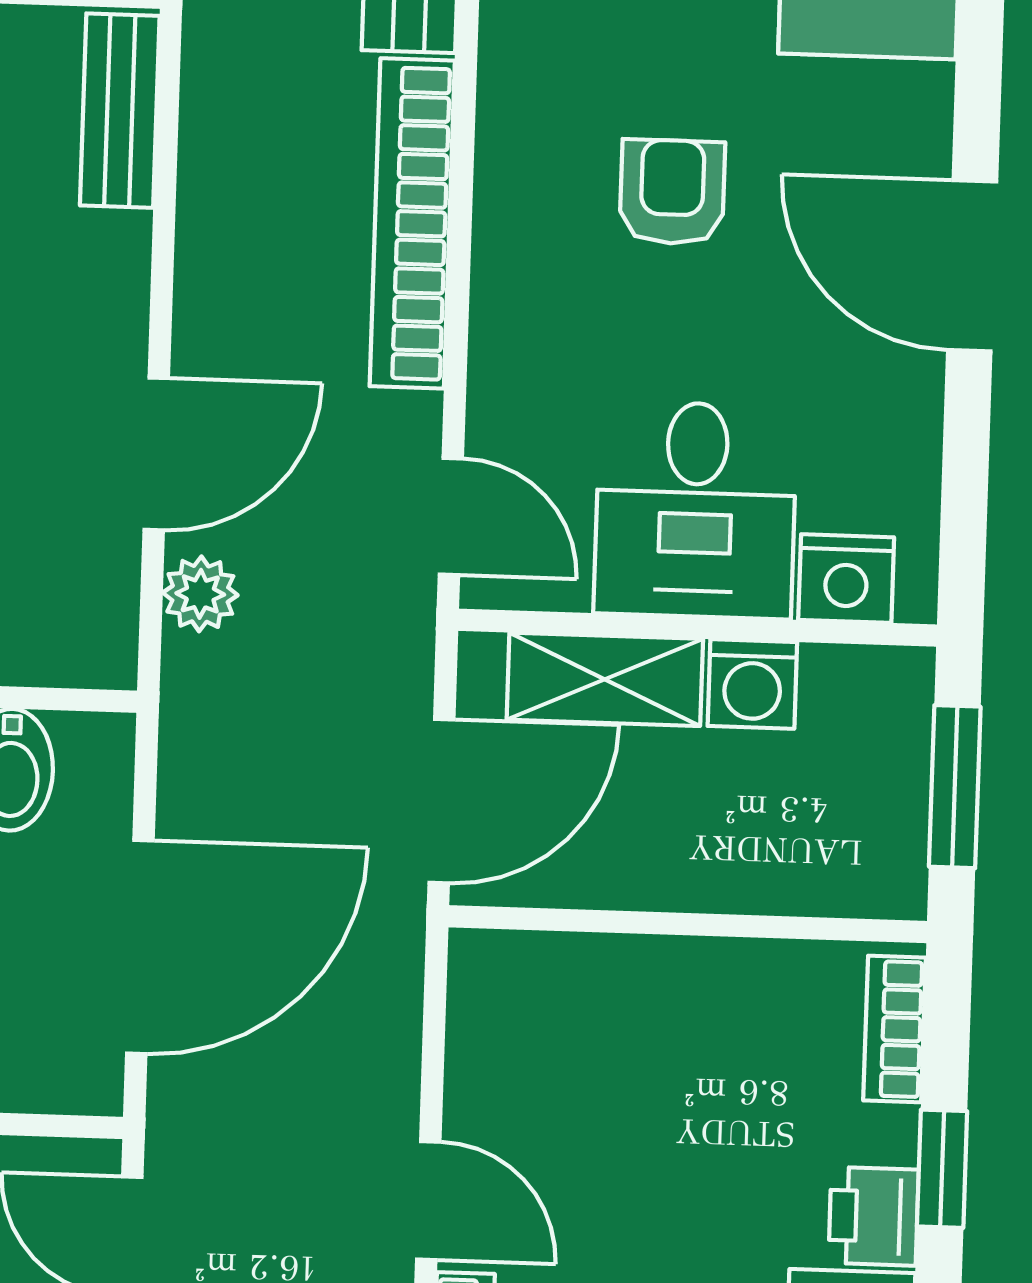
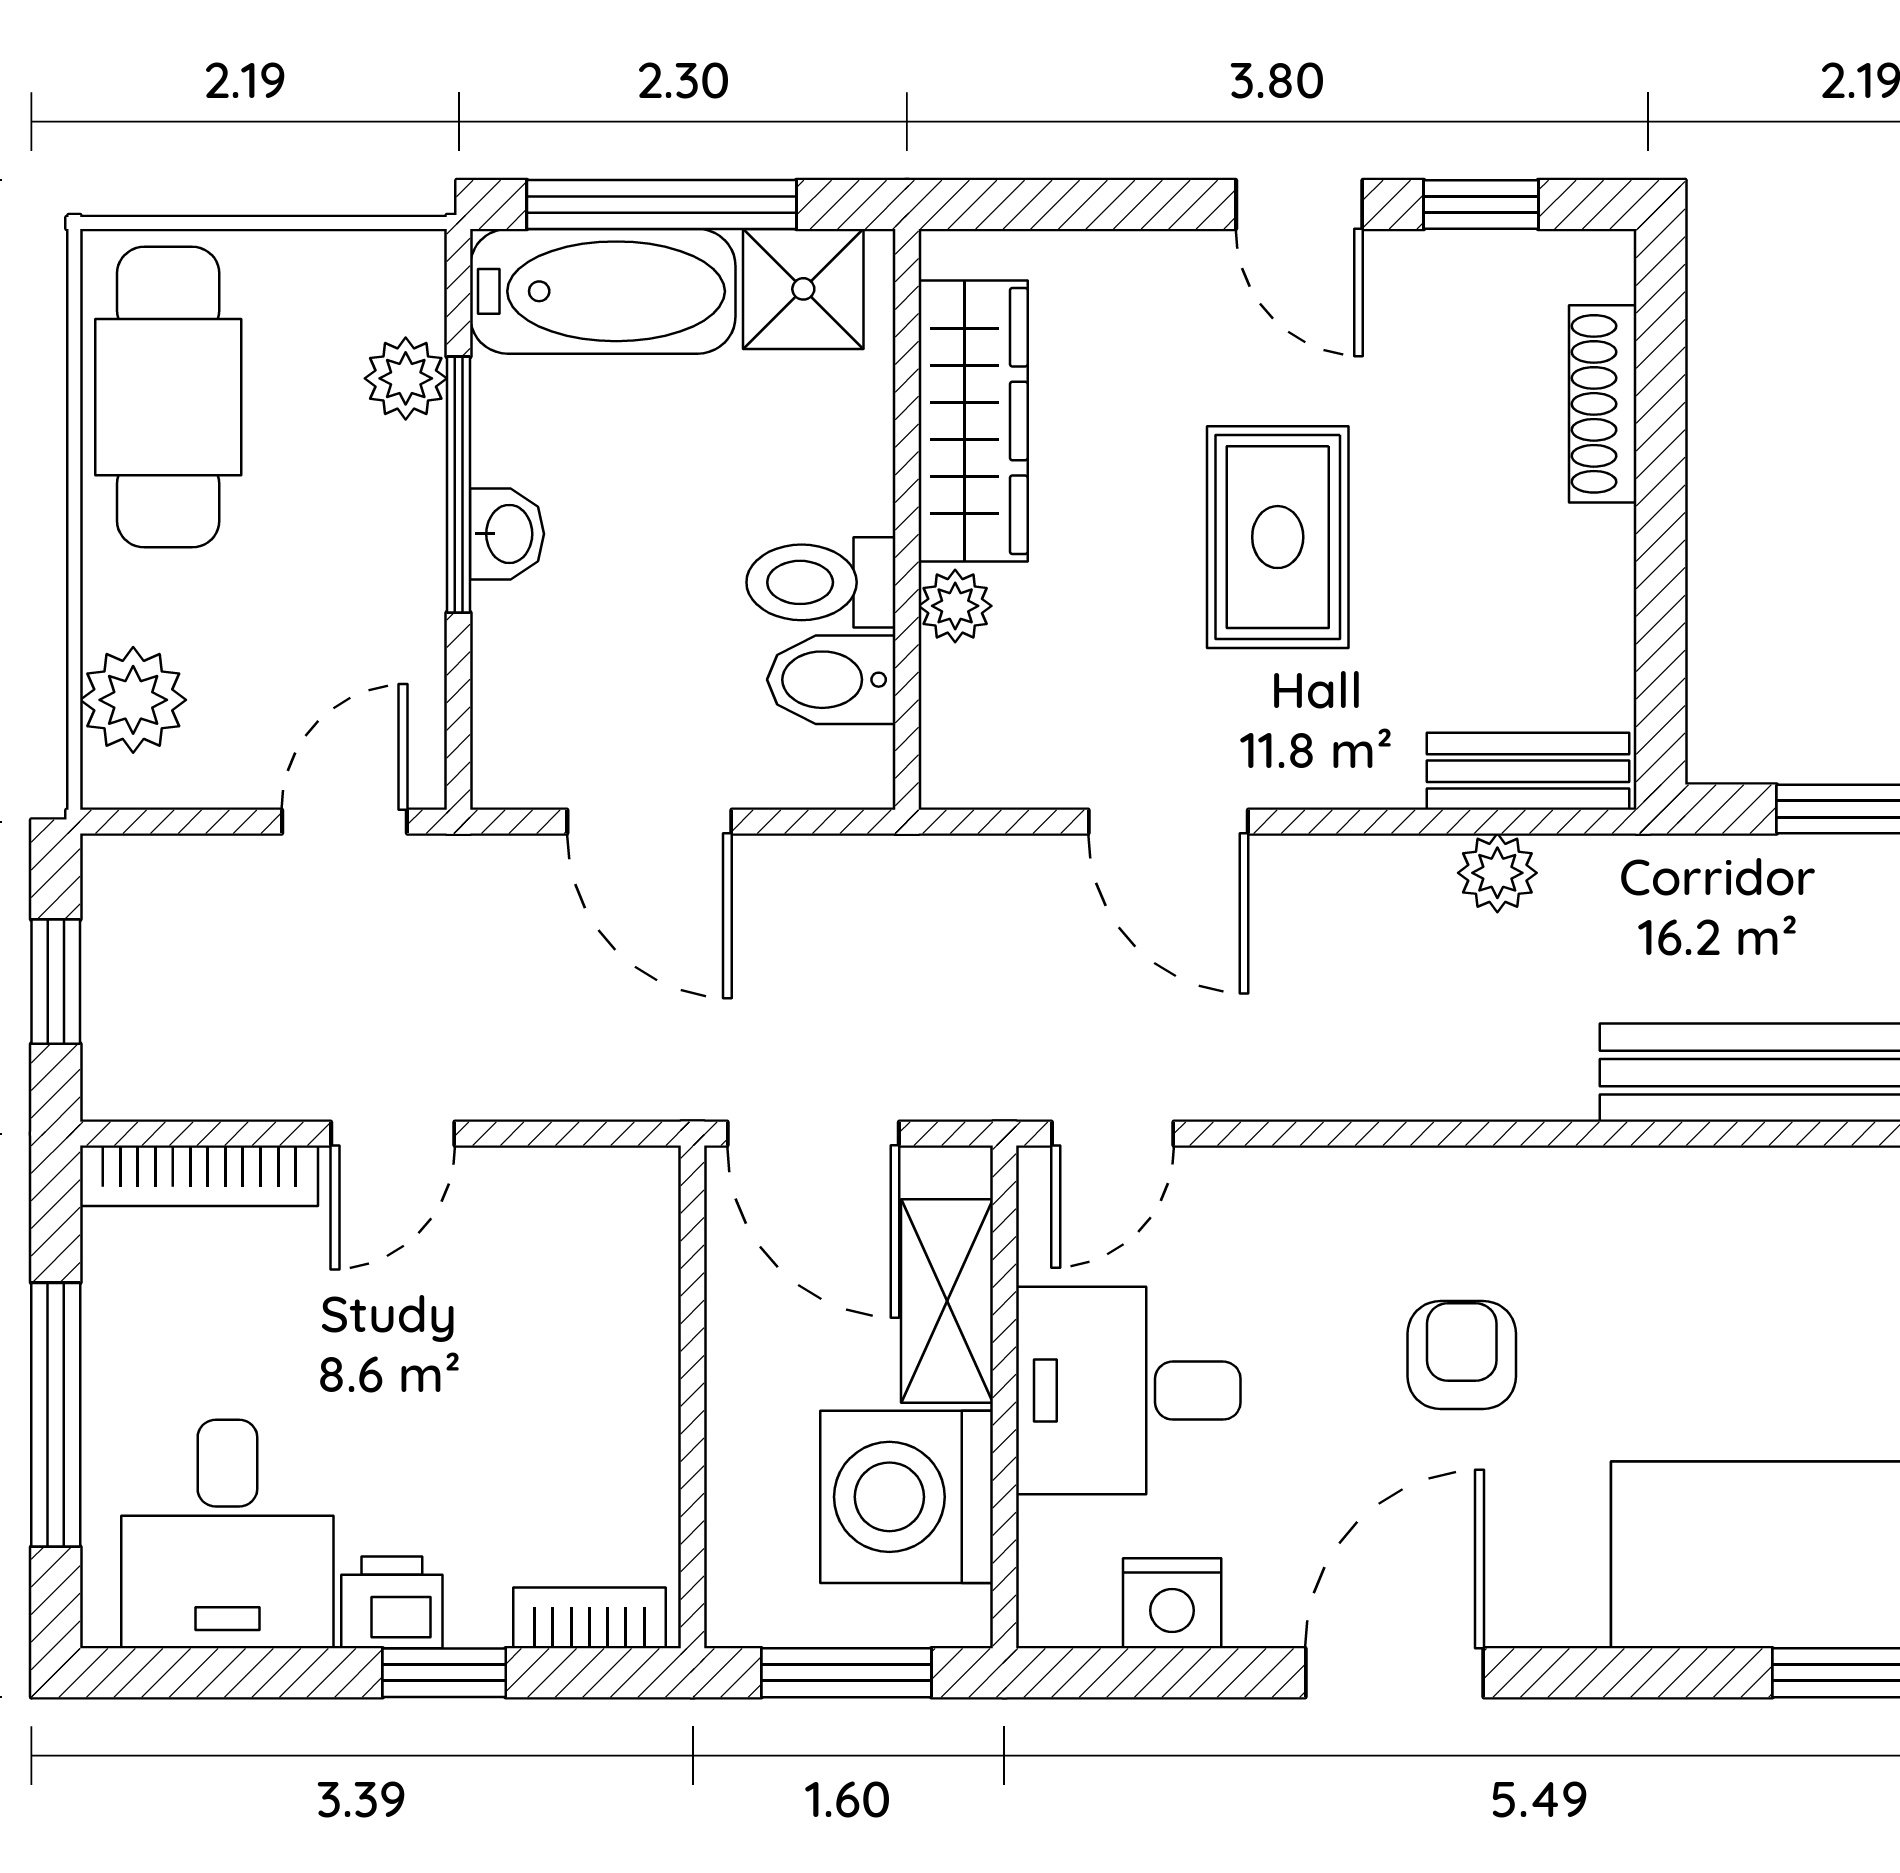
armchair: (672, 192) -> (1462, 1355), turned -90
bookcase: (412, 223) -> (1420, 1083), removed
nightstand: (846, 579) -> (1172, 1603), moved, turned -90
plant: (200, 594) -> (1497, 873), moved
washing machine: (752, 684) -> (907, 1497), width x1.89, depth x1.89
door: (140, 947) -> (649, 822), width x0.73

